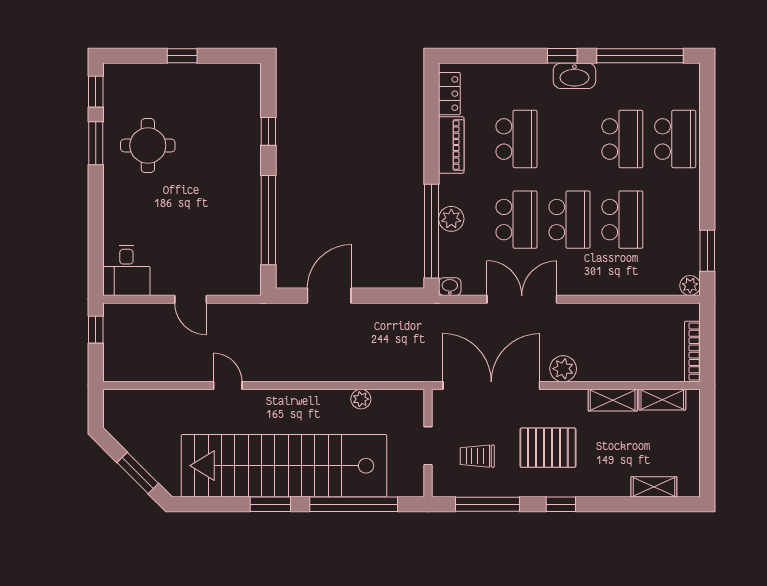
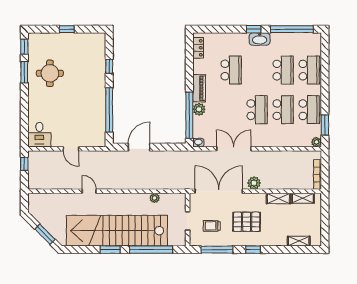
piano: (451, 145) -> (199, 88), moved
school desk: (517, 220) -> (309, 110), moved

